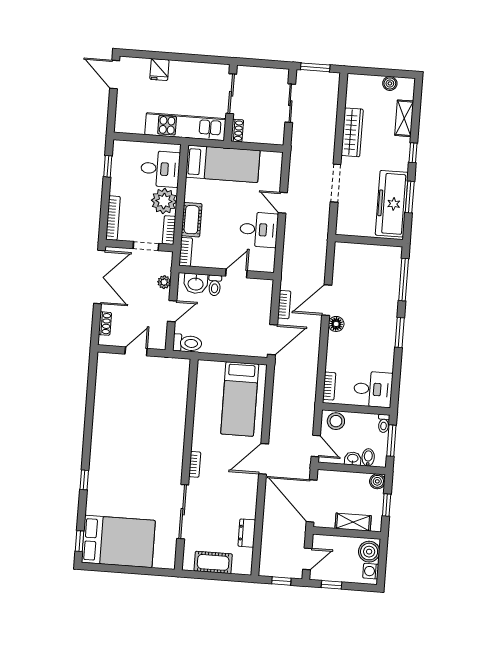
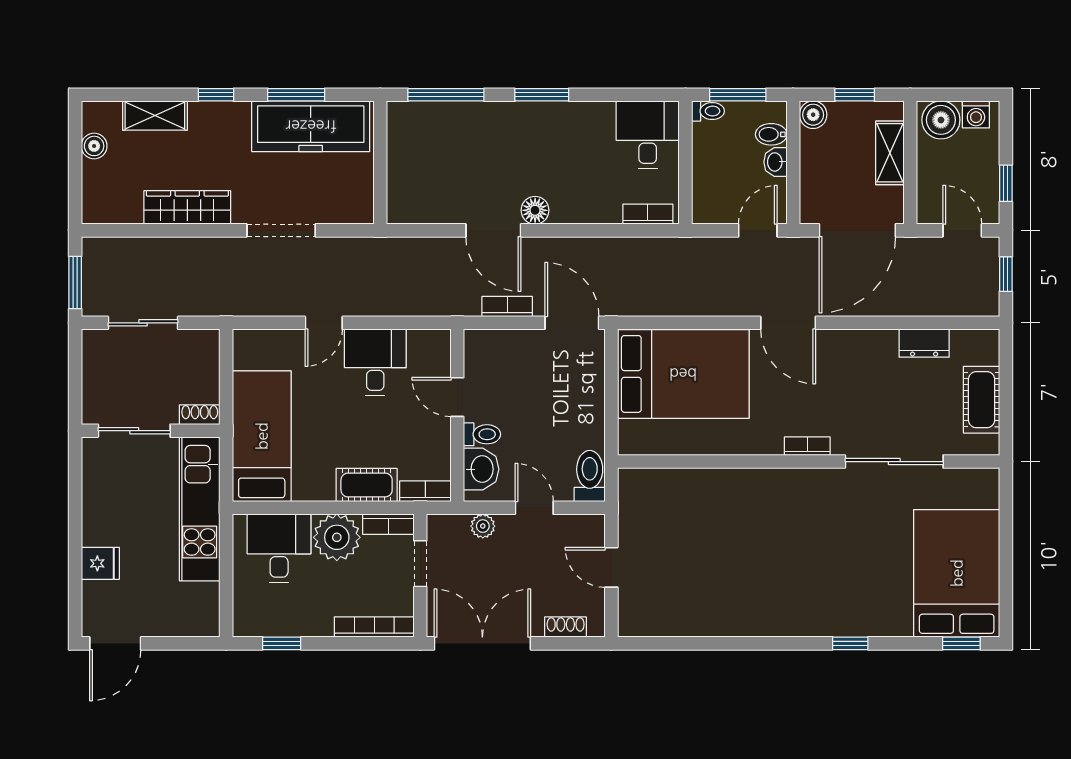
bed: (240, 399) -> (683, 374), width x1.50
stool: (336, 421) -> (710, 197), removed

